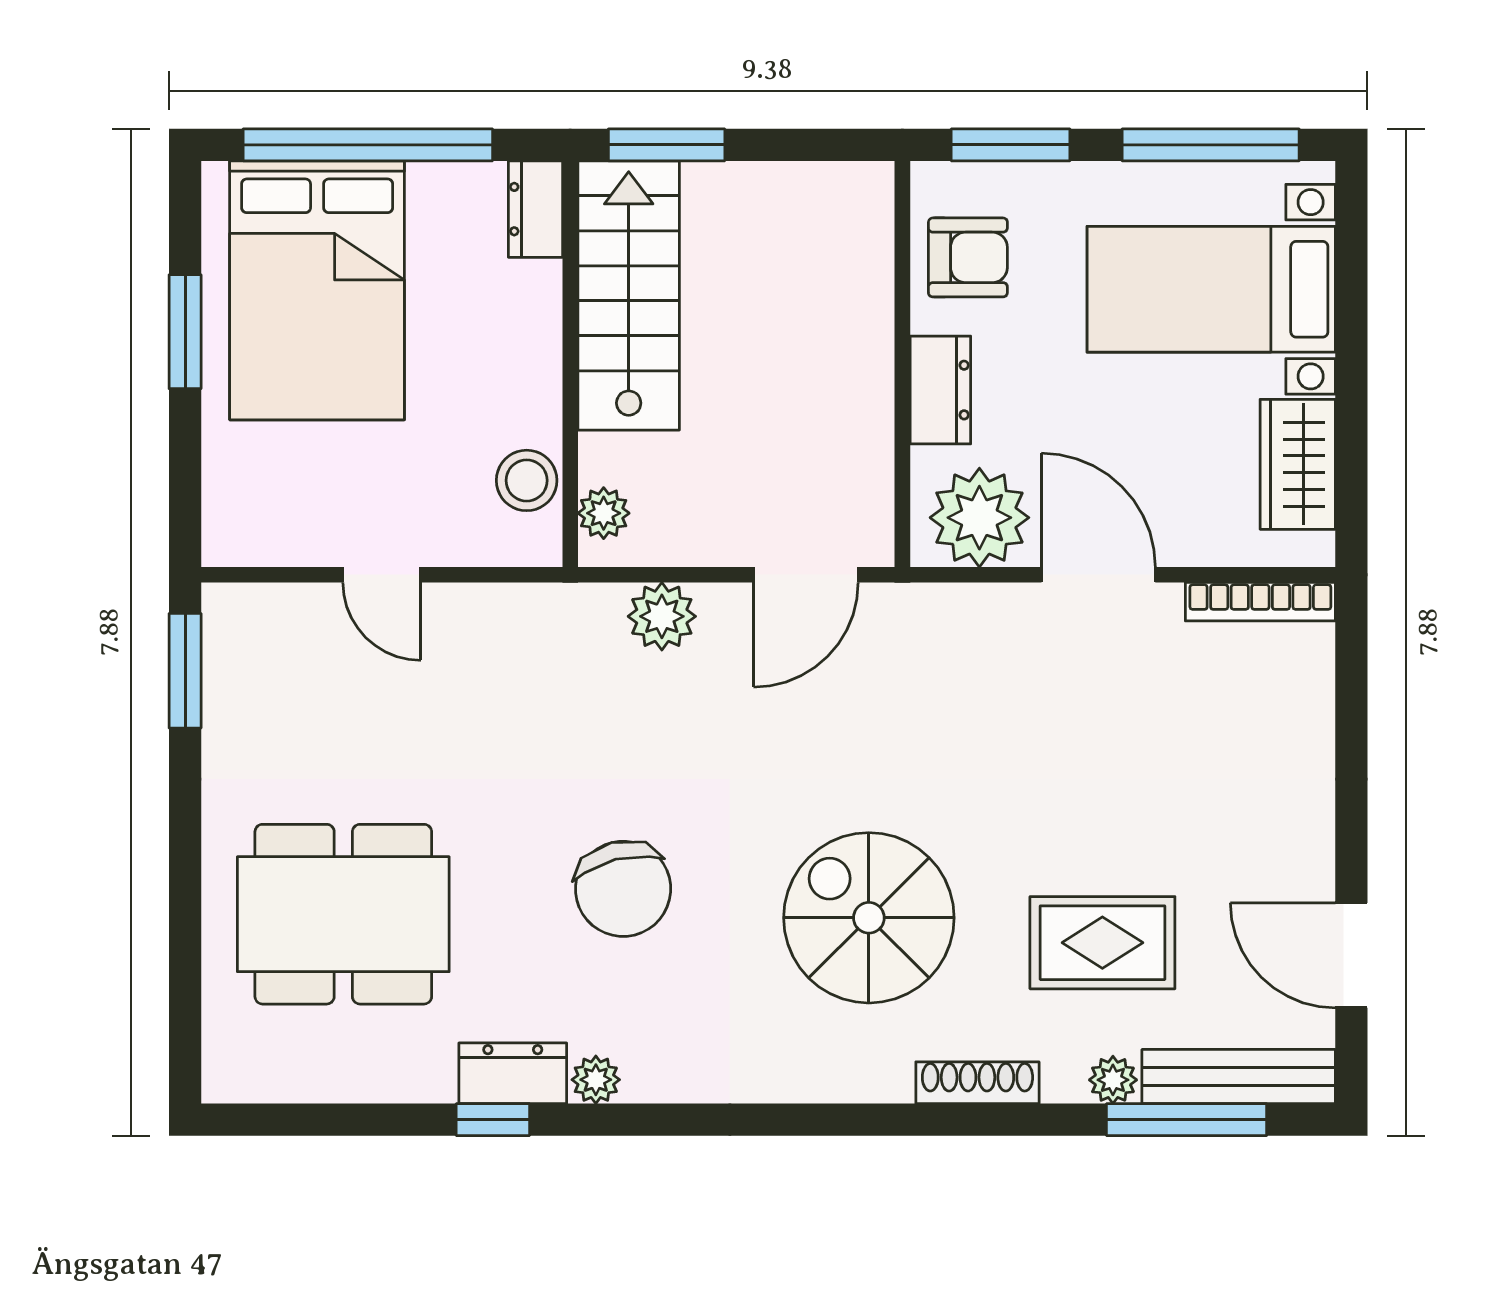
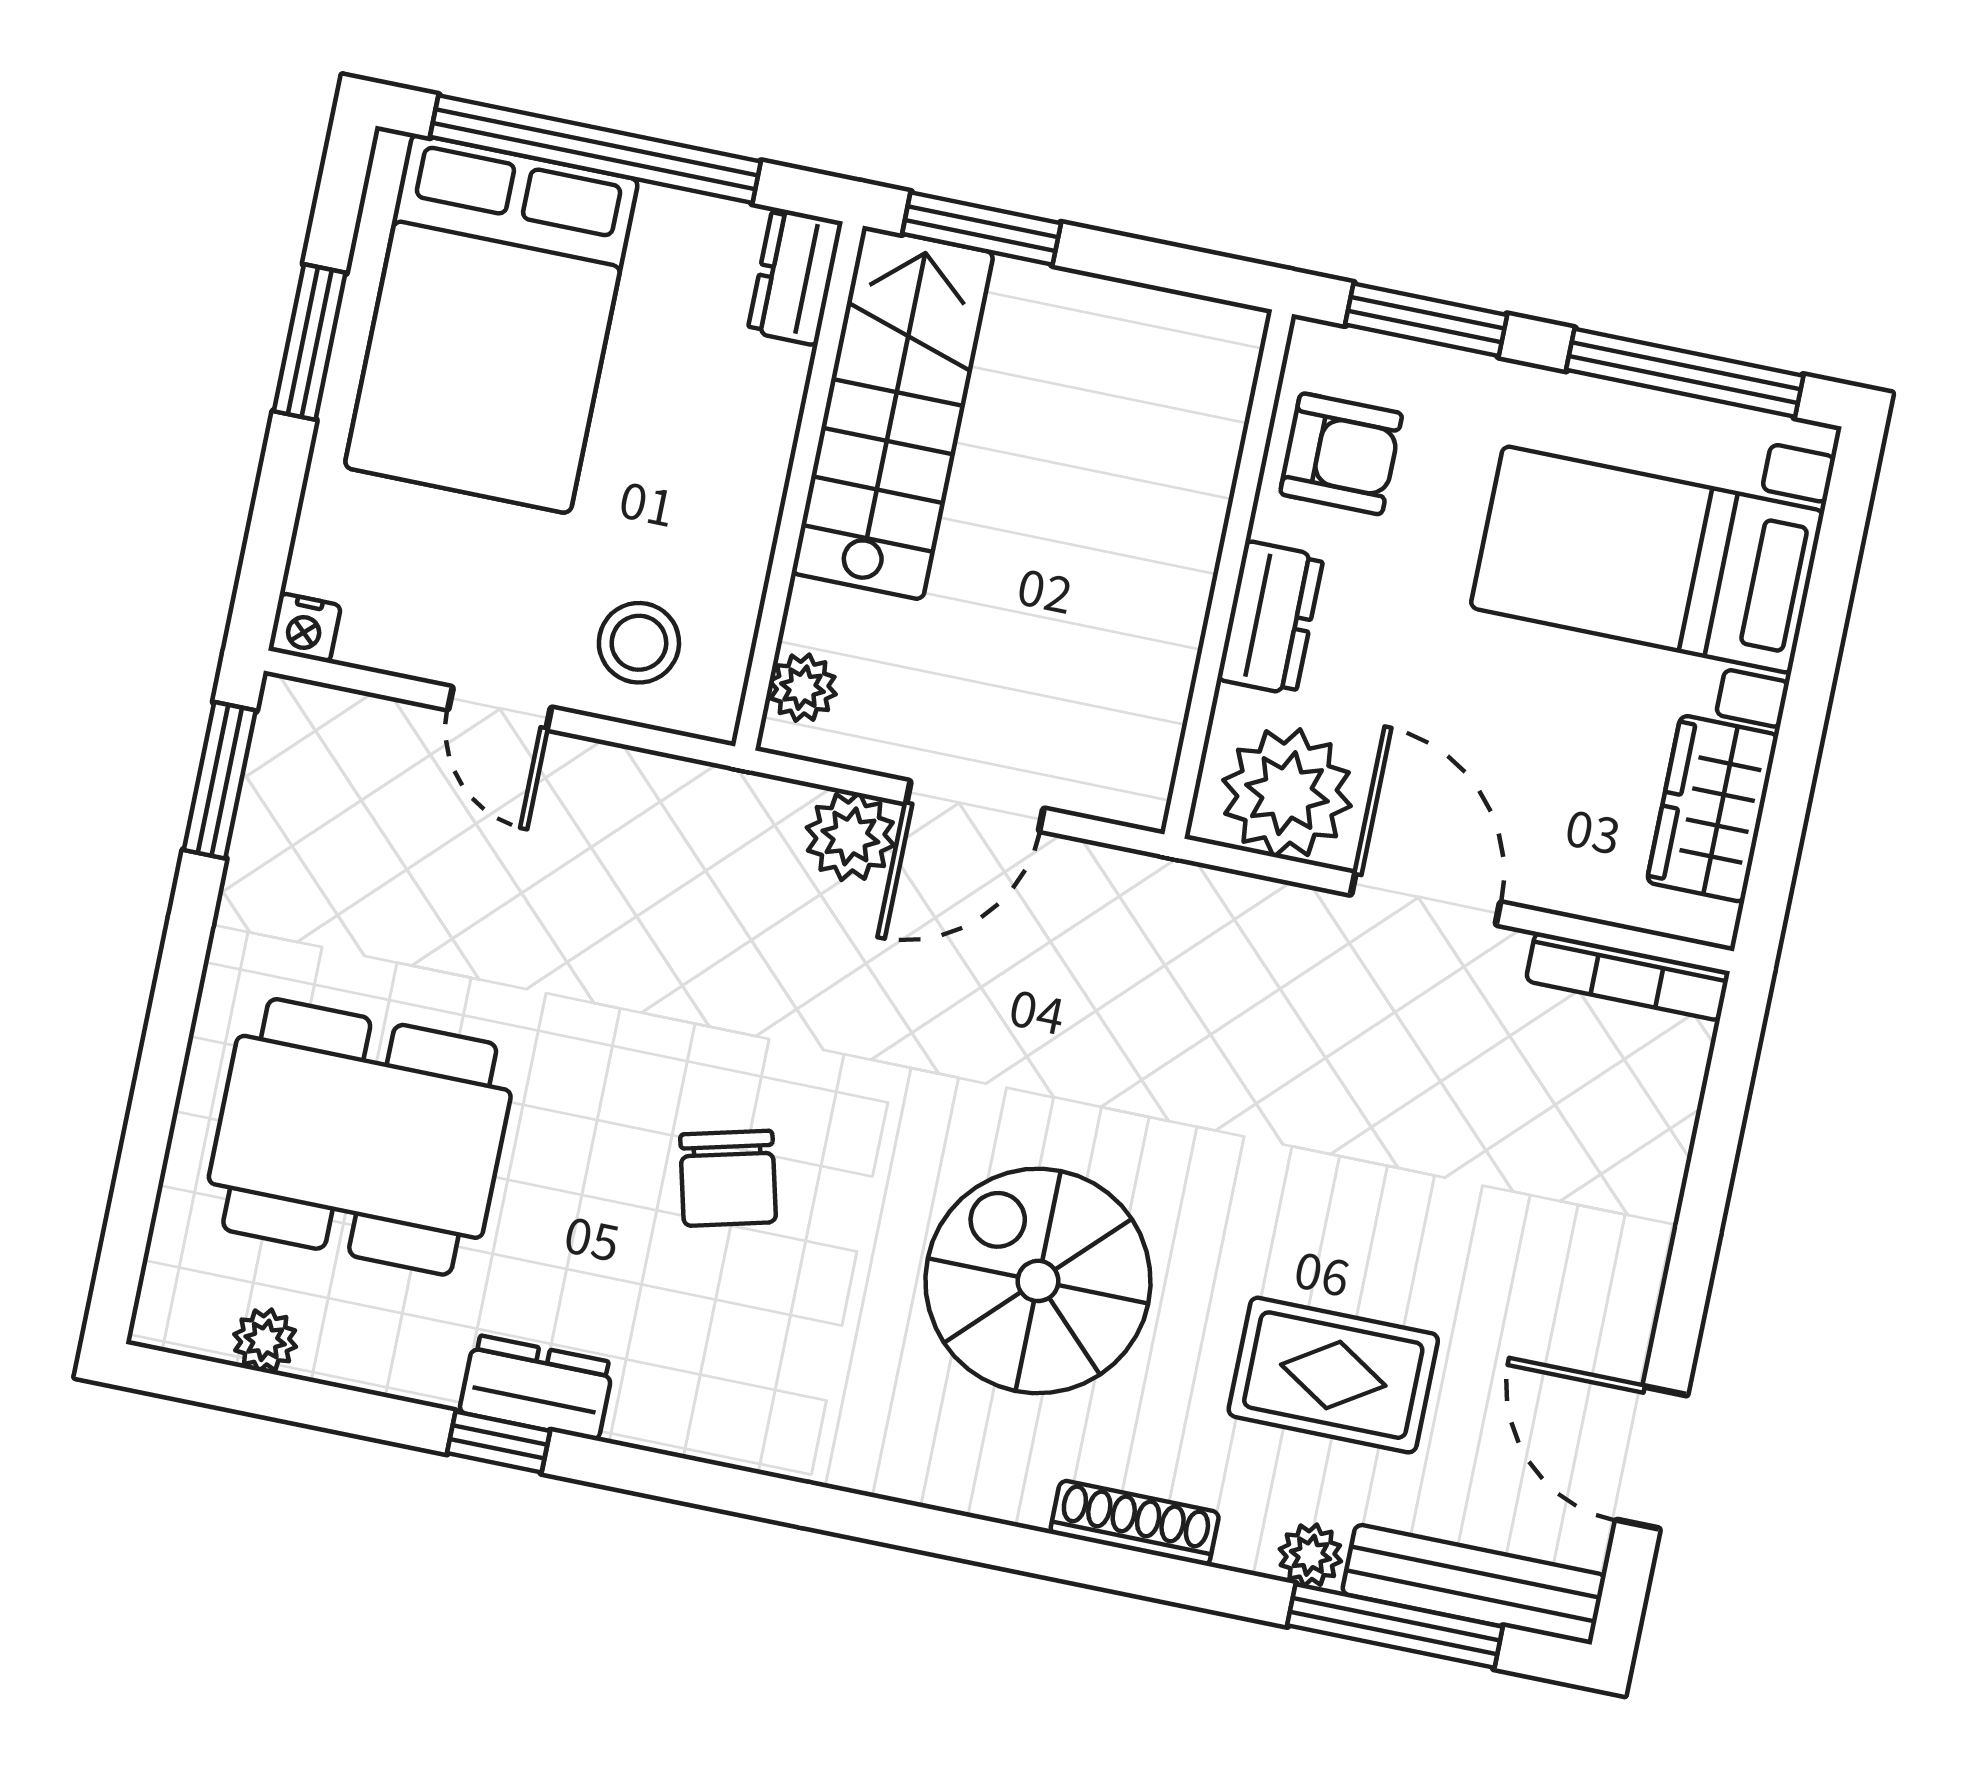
stool: (527, 480) -> (639, 643), moved
nightstand: (225, 545) -> (305, 628), added
door: (806, 575) -> (975, 806), moved
chair: (623, 889) -> (728, 1178), width x0.73, depth x0.73
plant: (596, 1080) -> (265, 1340), moved

